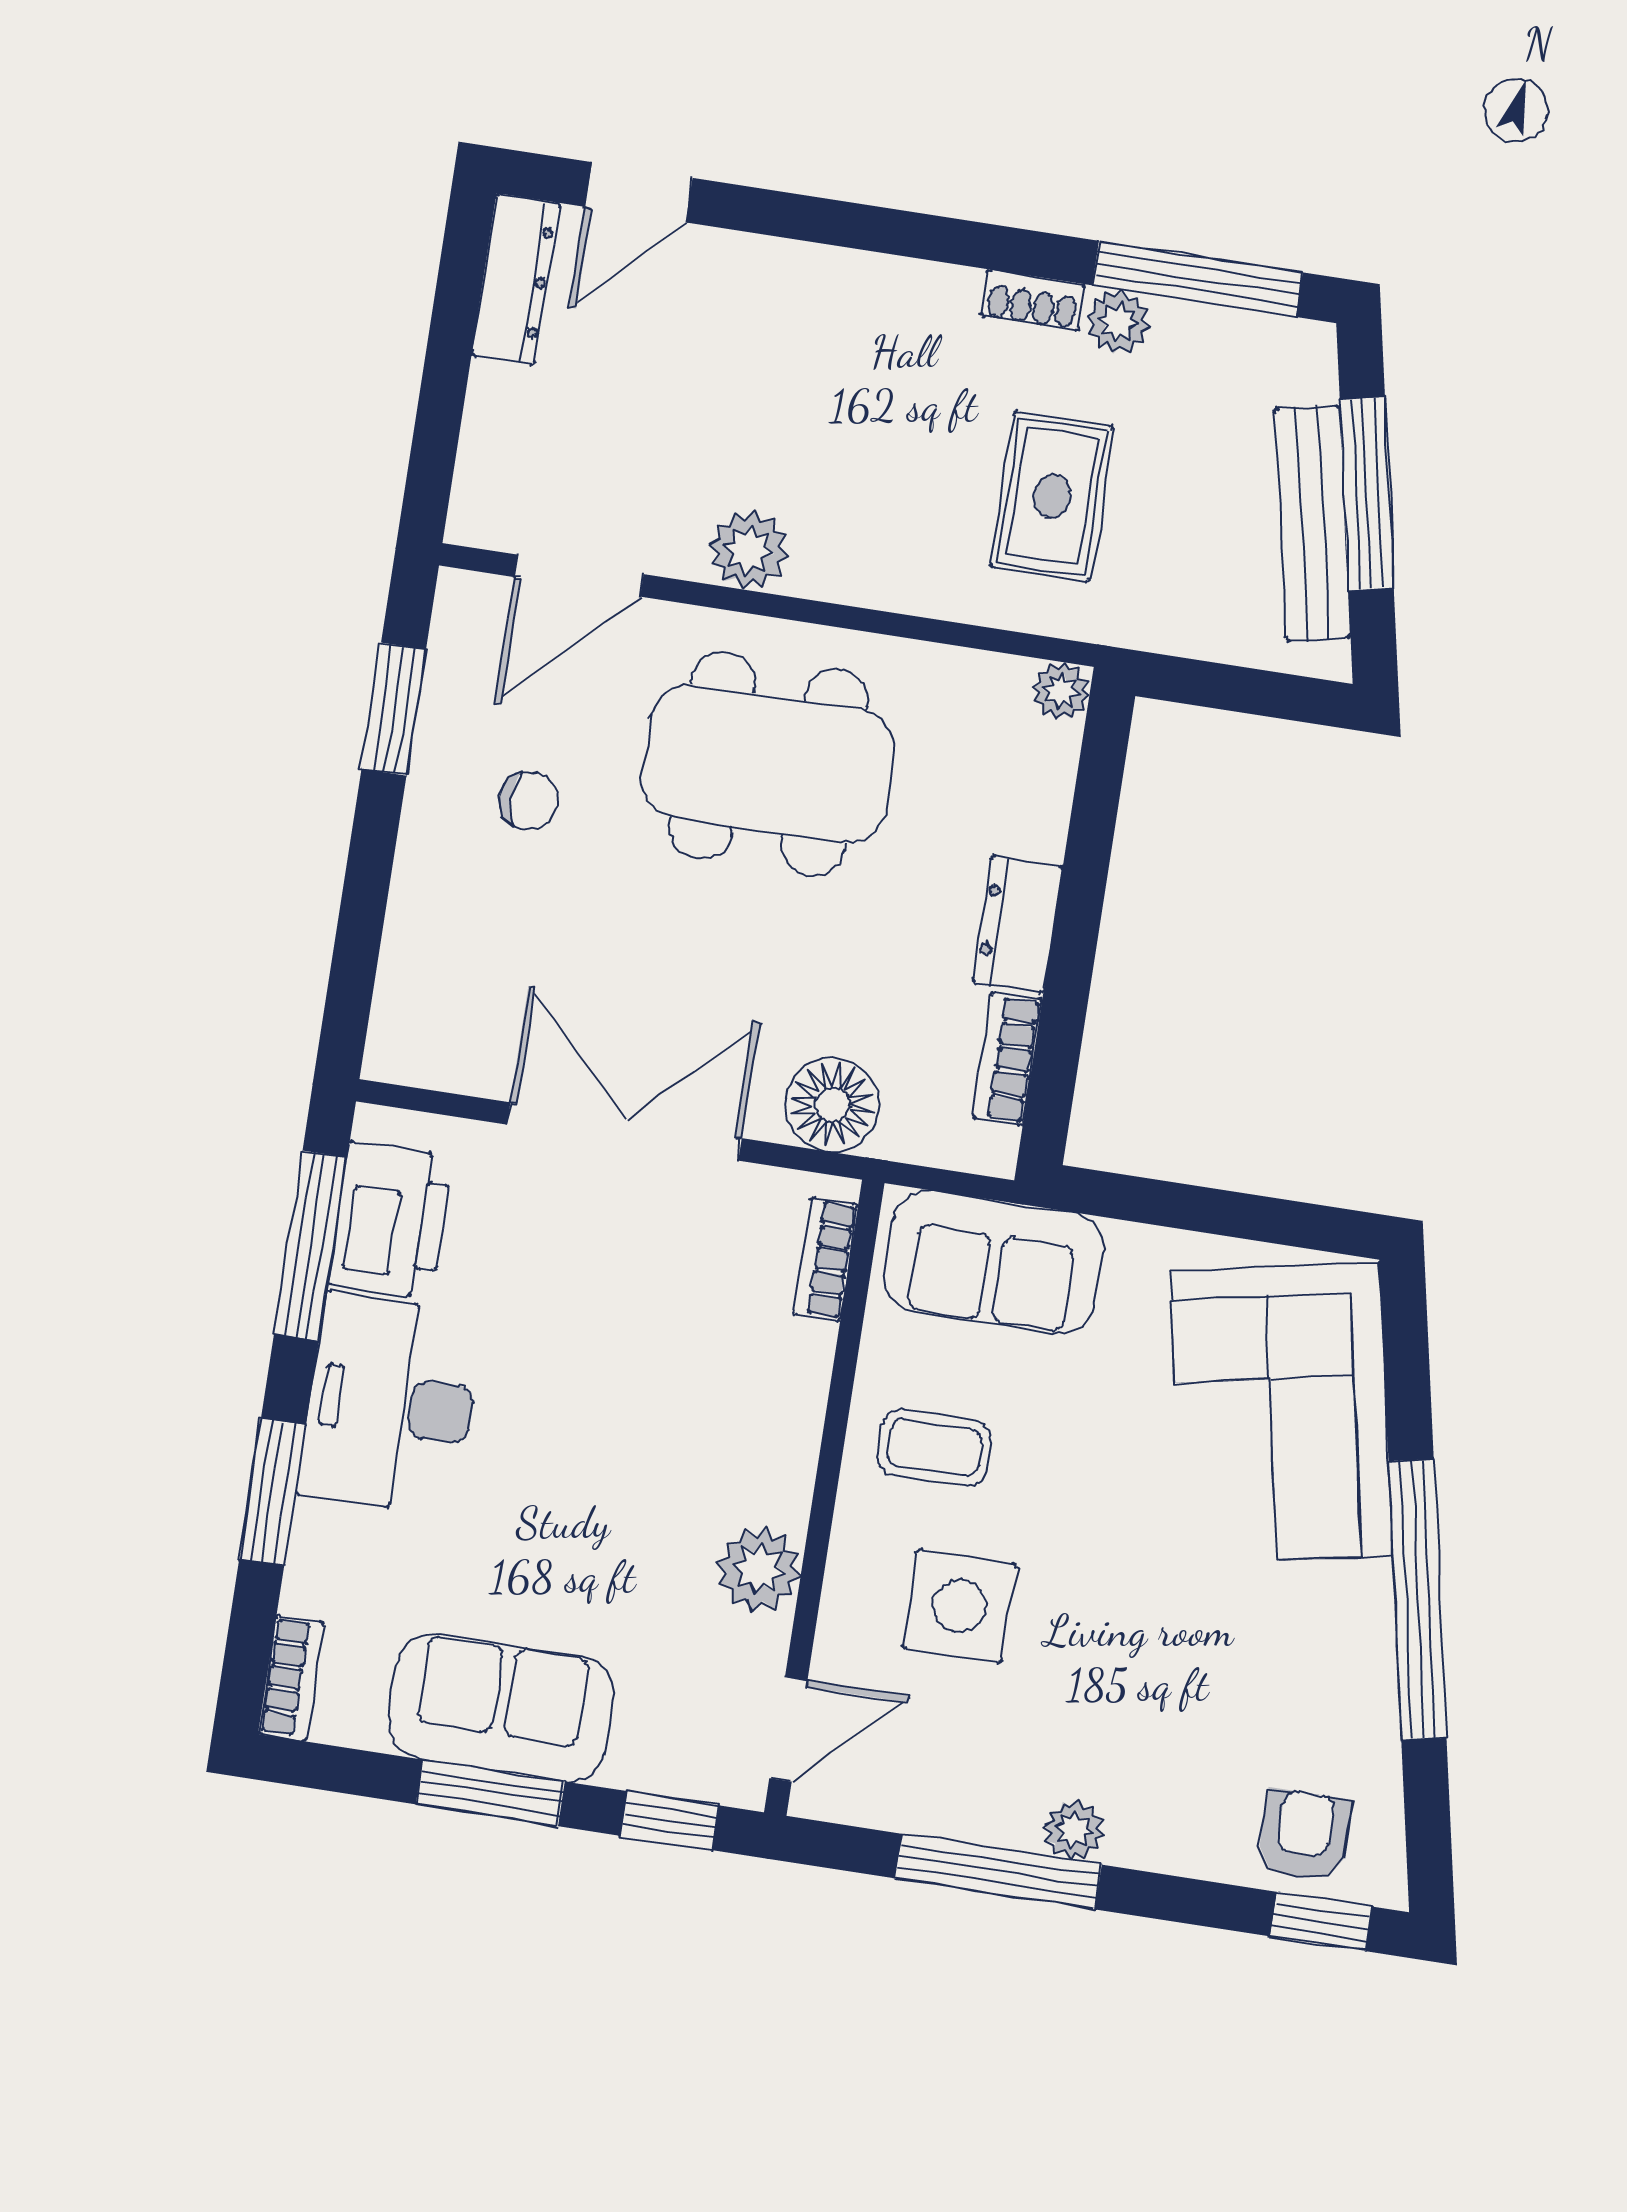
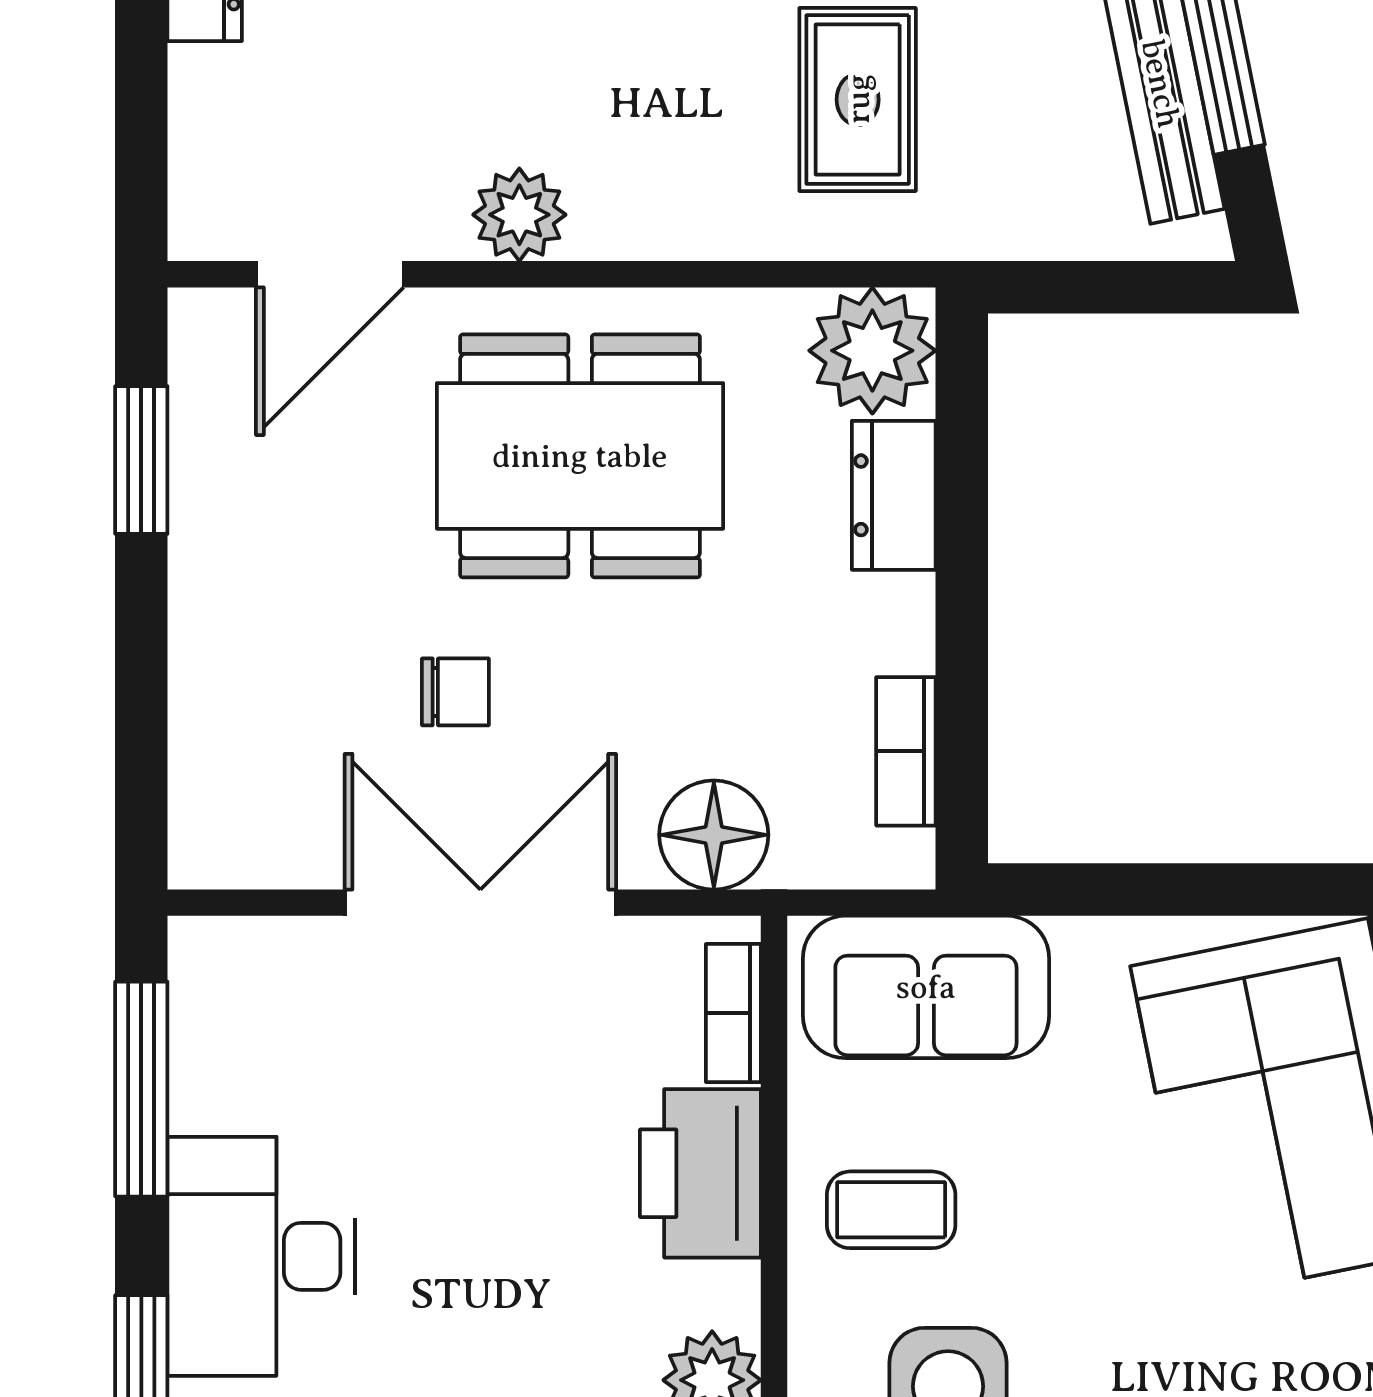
plant: (1061, 691) -> (872, 351), width x1.88, depth x1.88
chair: (529, 801) -> (455, 692), moved
dresser: (1017, 924) -> (894, 495), moved
printer: (390, 1220) -> (700, 1173), moved, turned 180

